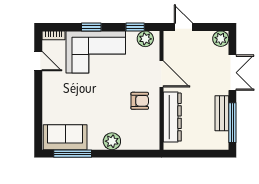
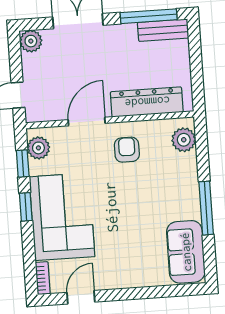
window: (91, 27) -> (26, 207), moved
bench: (222, 113) -> (163, 30), moved
plant: (112, 141) -> (184, 140), moved
window: (73, 154) -> (206, 208), moved

